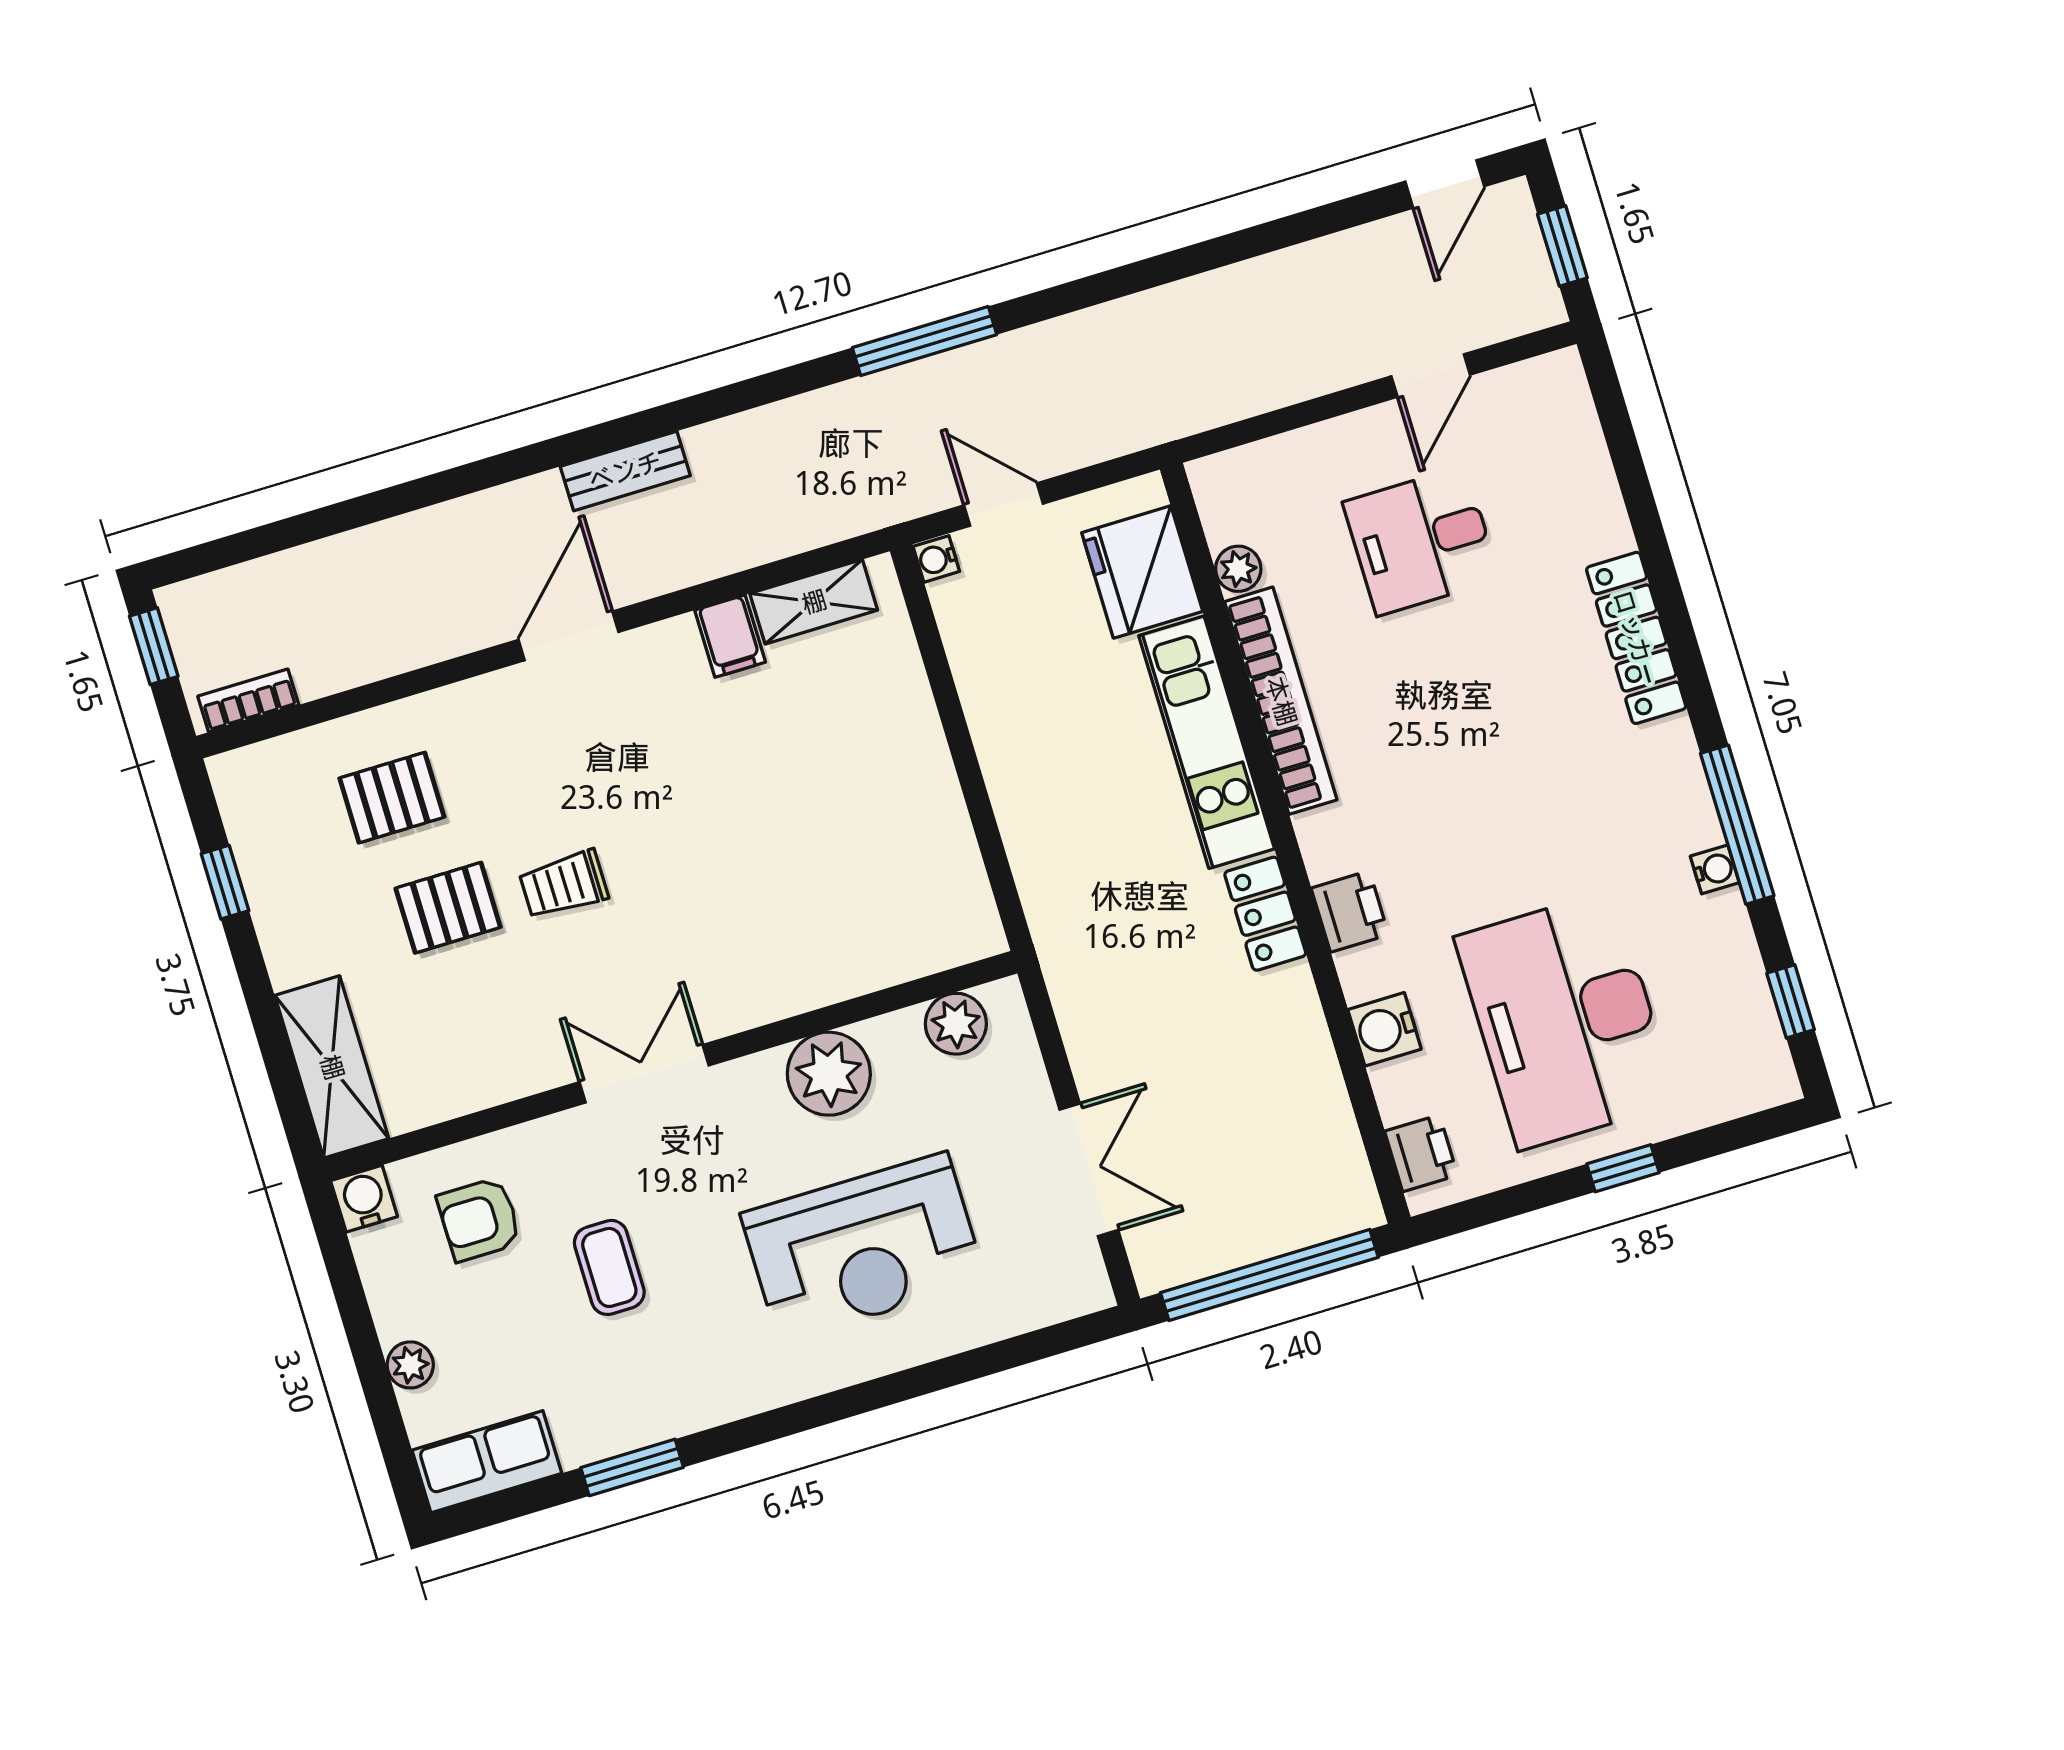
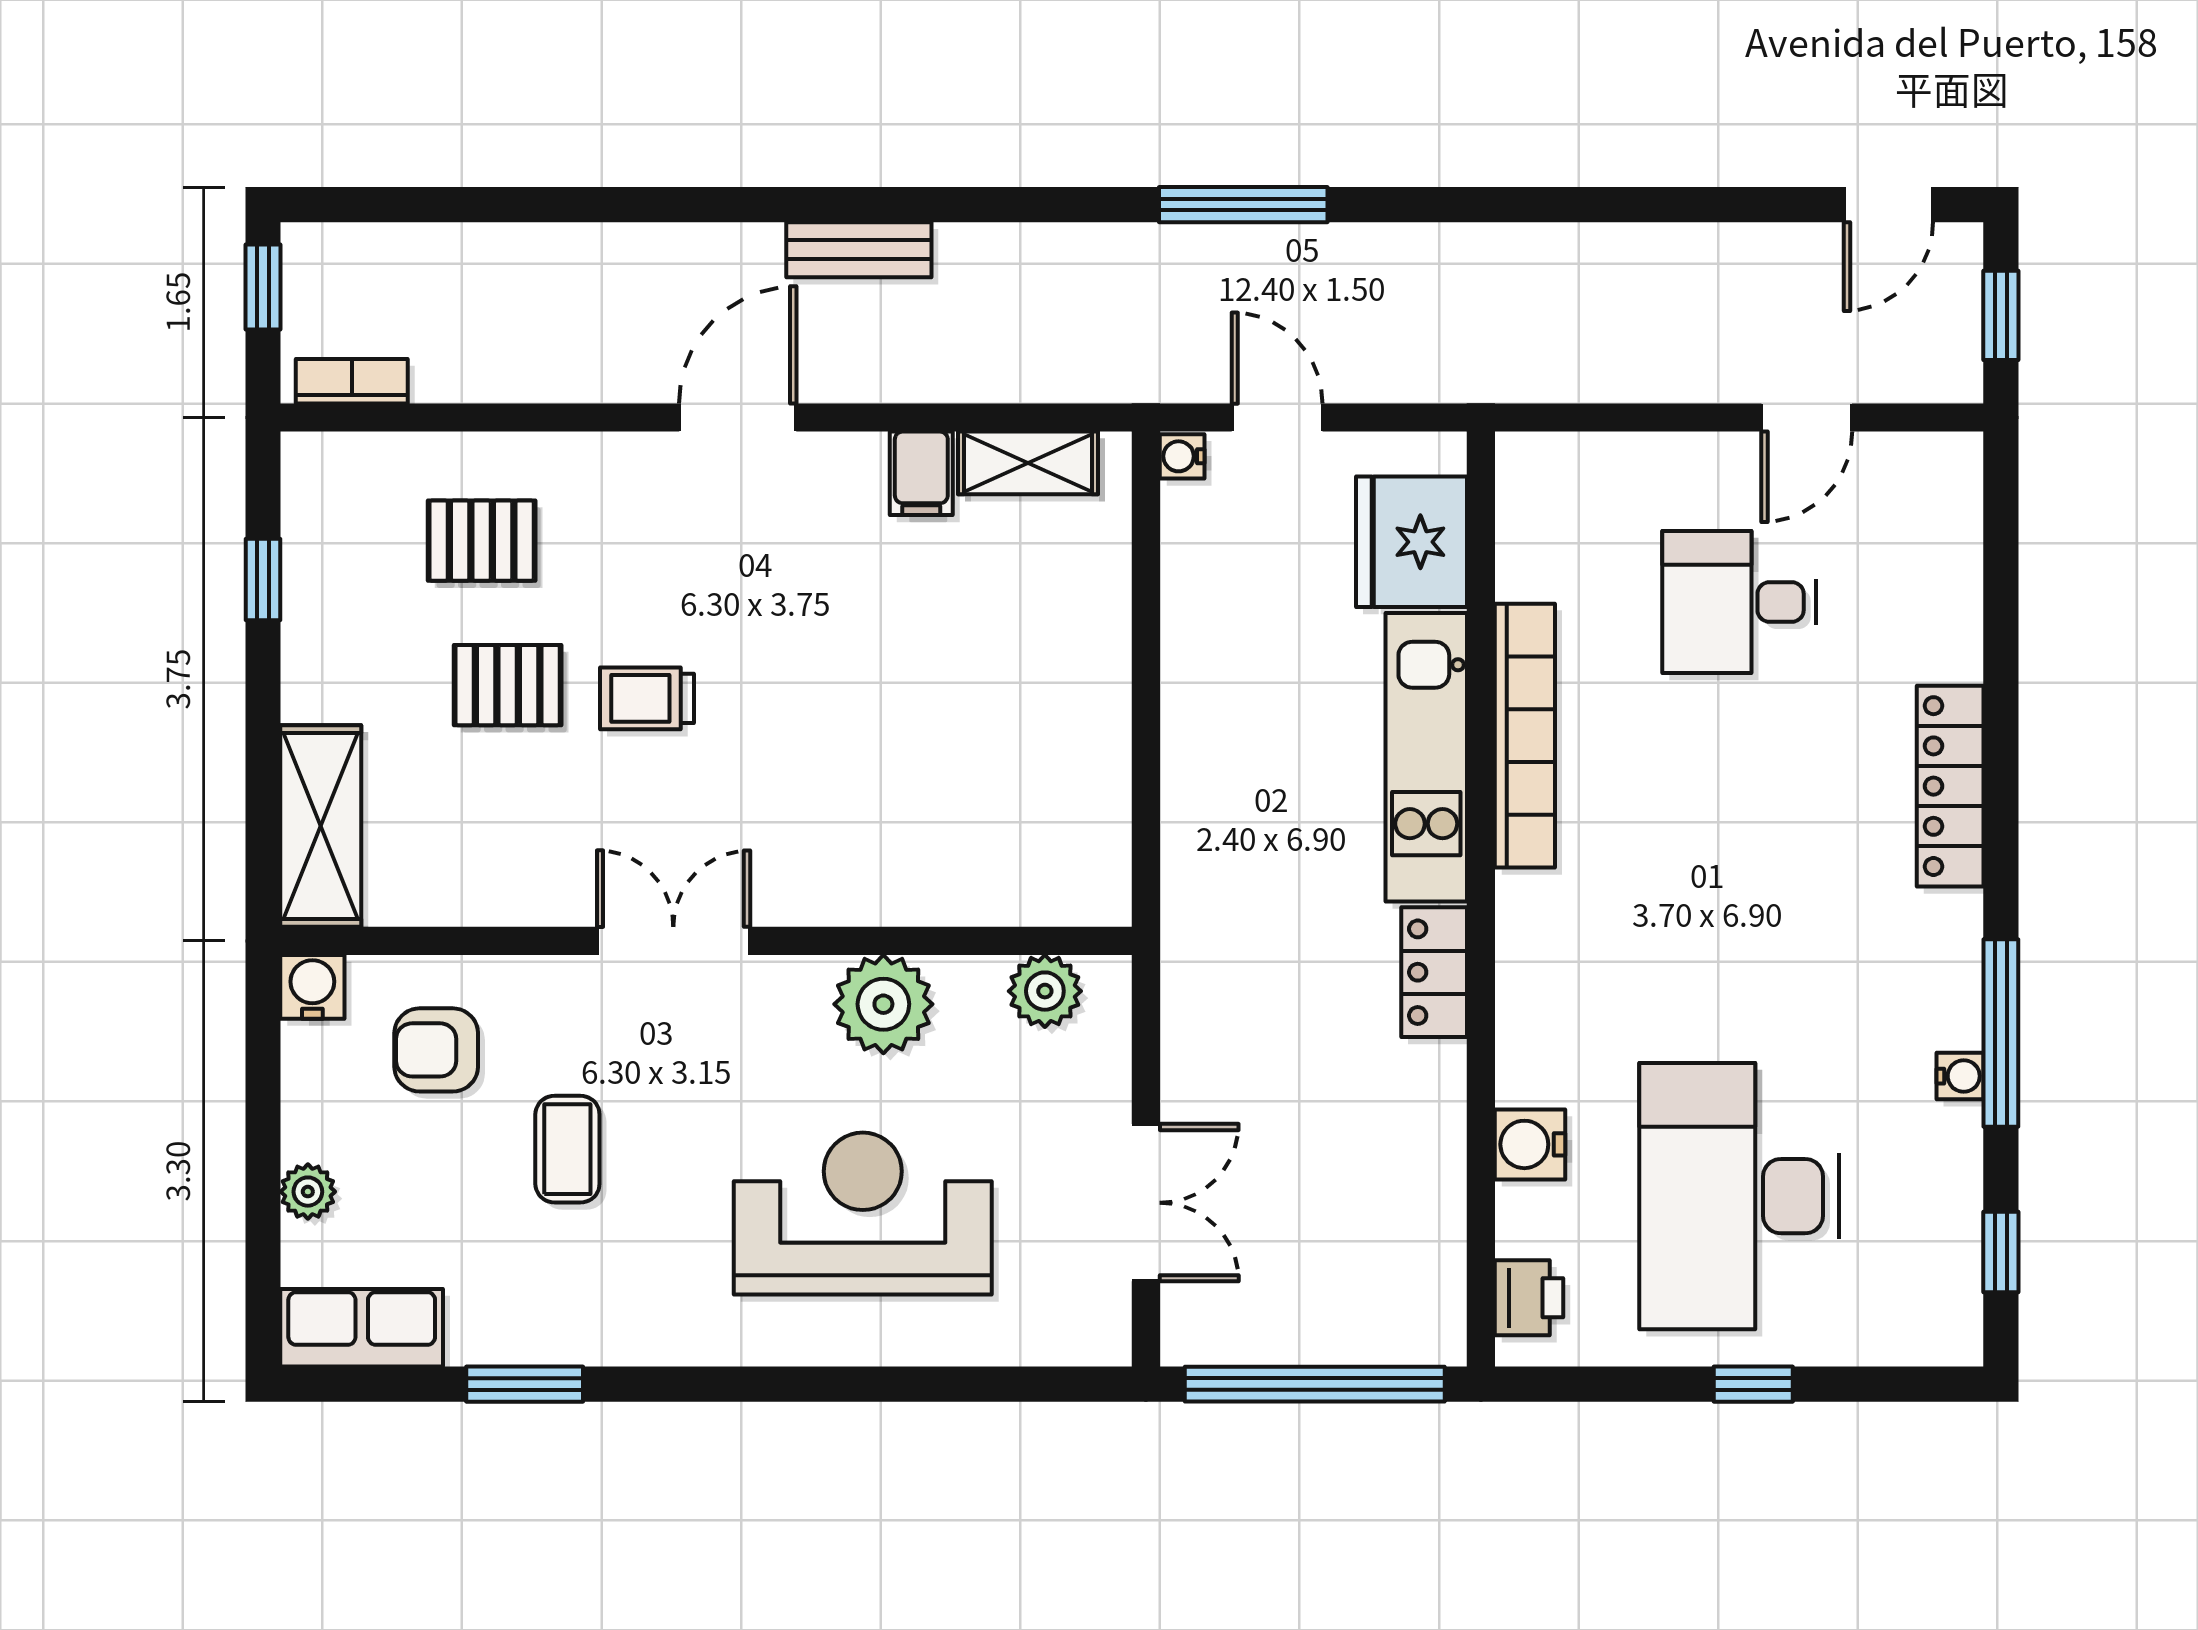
plant: (1238, 569) -> (1522, 571), removed
printer: (1350, 911) -> (1531, 999), removed
reception desk: (863, 1247) -> (863, 1213), turned 180

